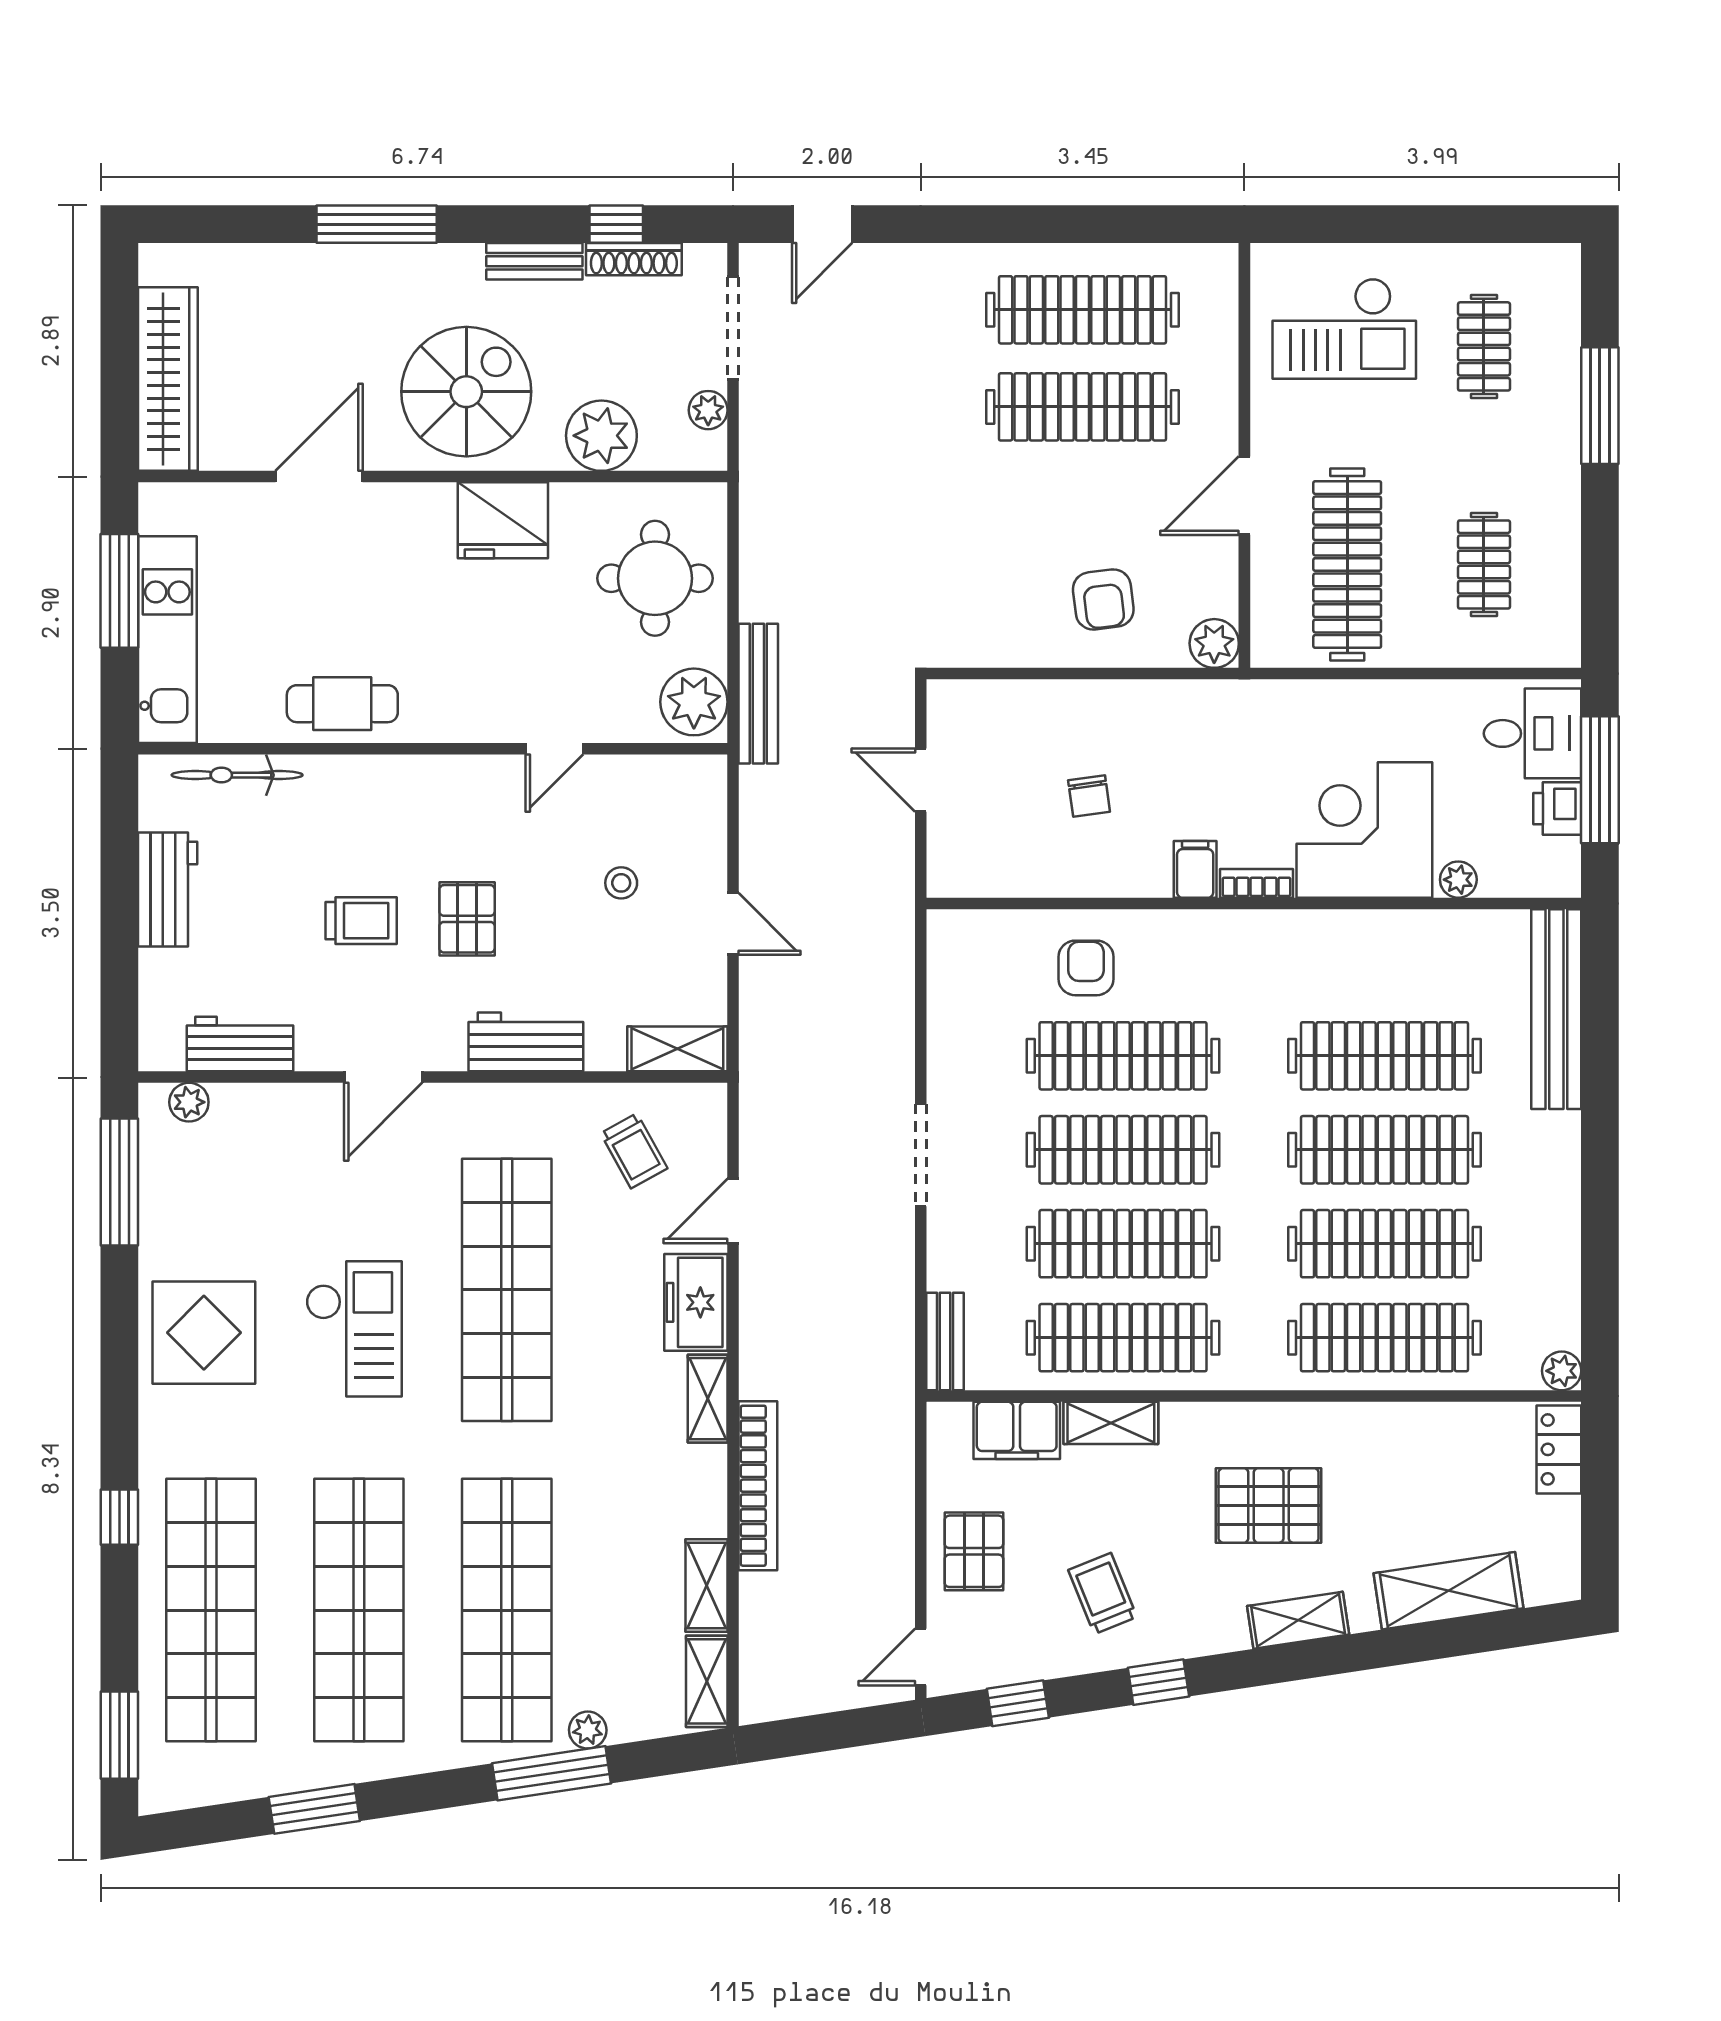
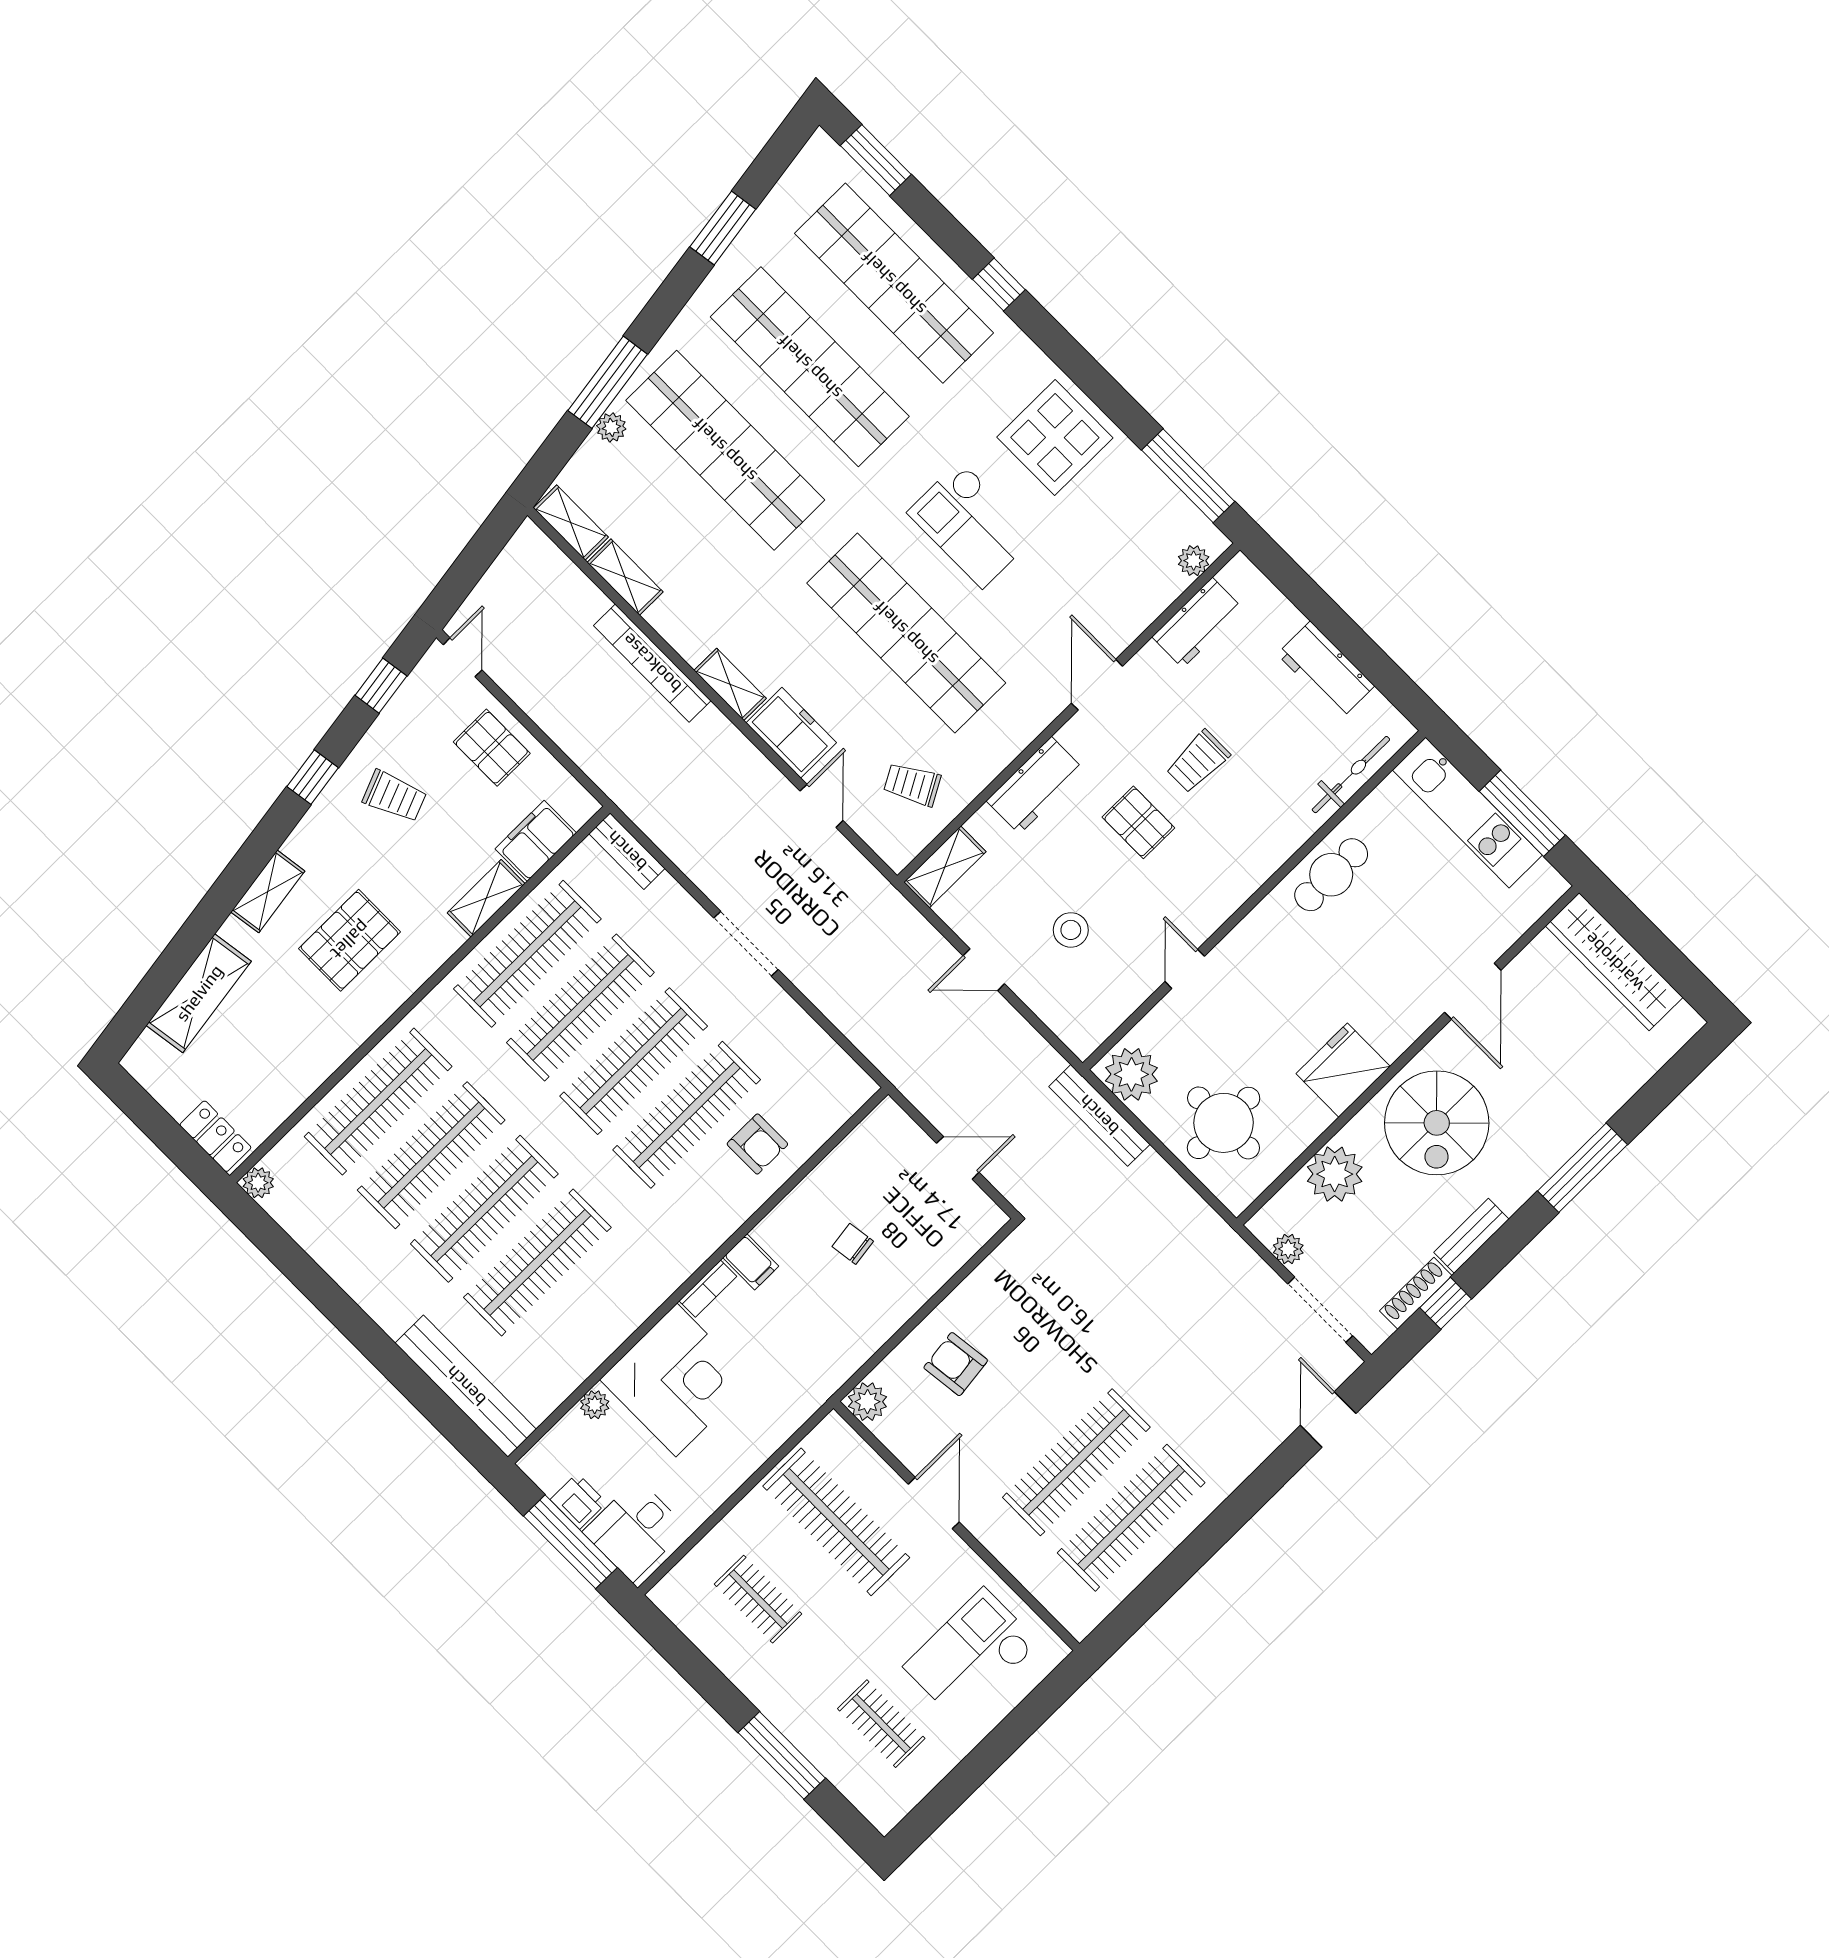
stool: (621, 883) -> (1071, 930), width x1.37, depth x1.37

